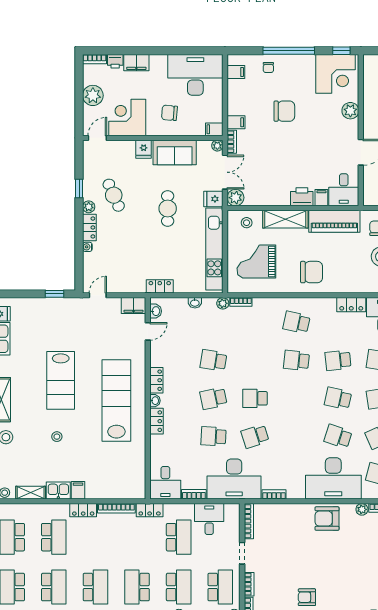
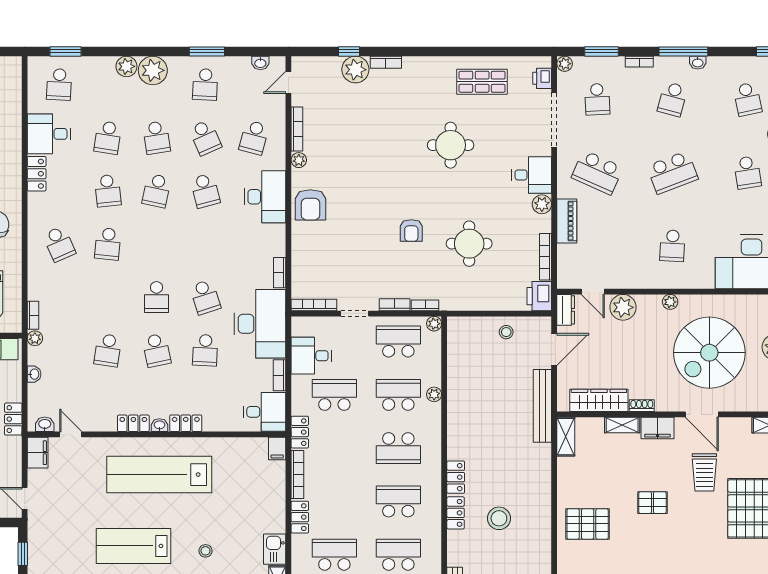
school desk: (296, 322) -> (59, 244), turned -36
lab bench: (61, 380) -> (134, 546), turned 180
school desk: (338, 436) -> (205, 191), turned -33
desk: (333, 478) -> (265, 197), width x0.73, depth x0.77
filing cabinet: (78, 490) -> (277, 449), moved, turned -90

